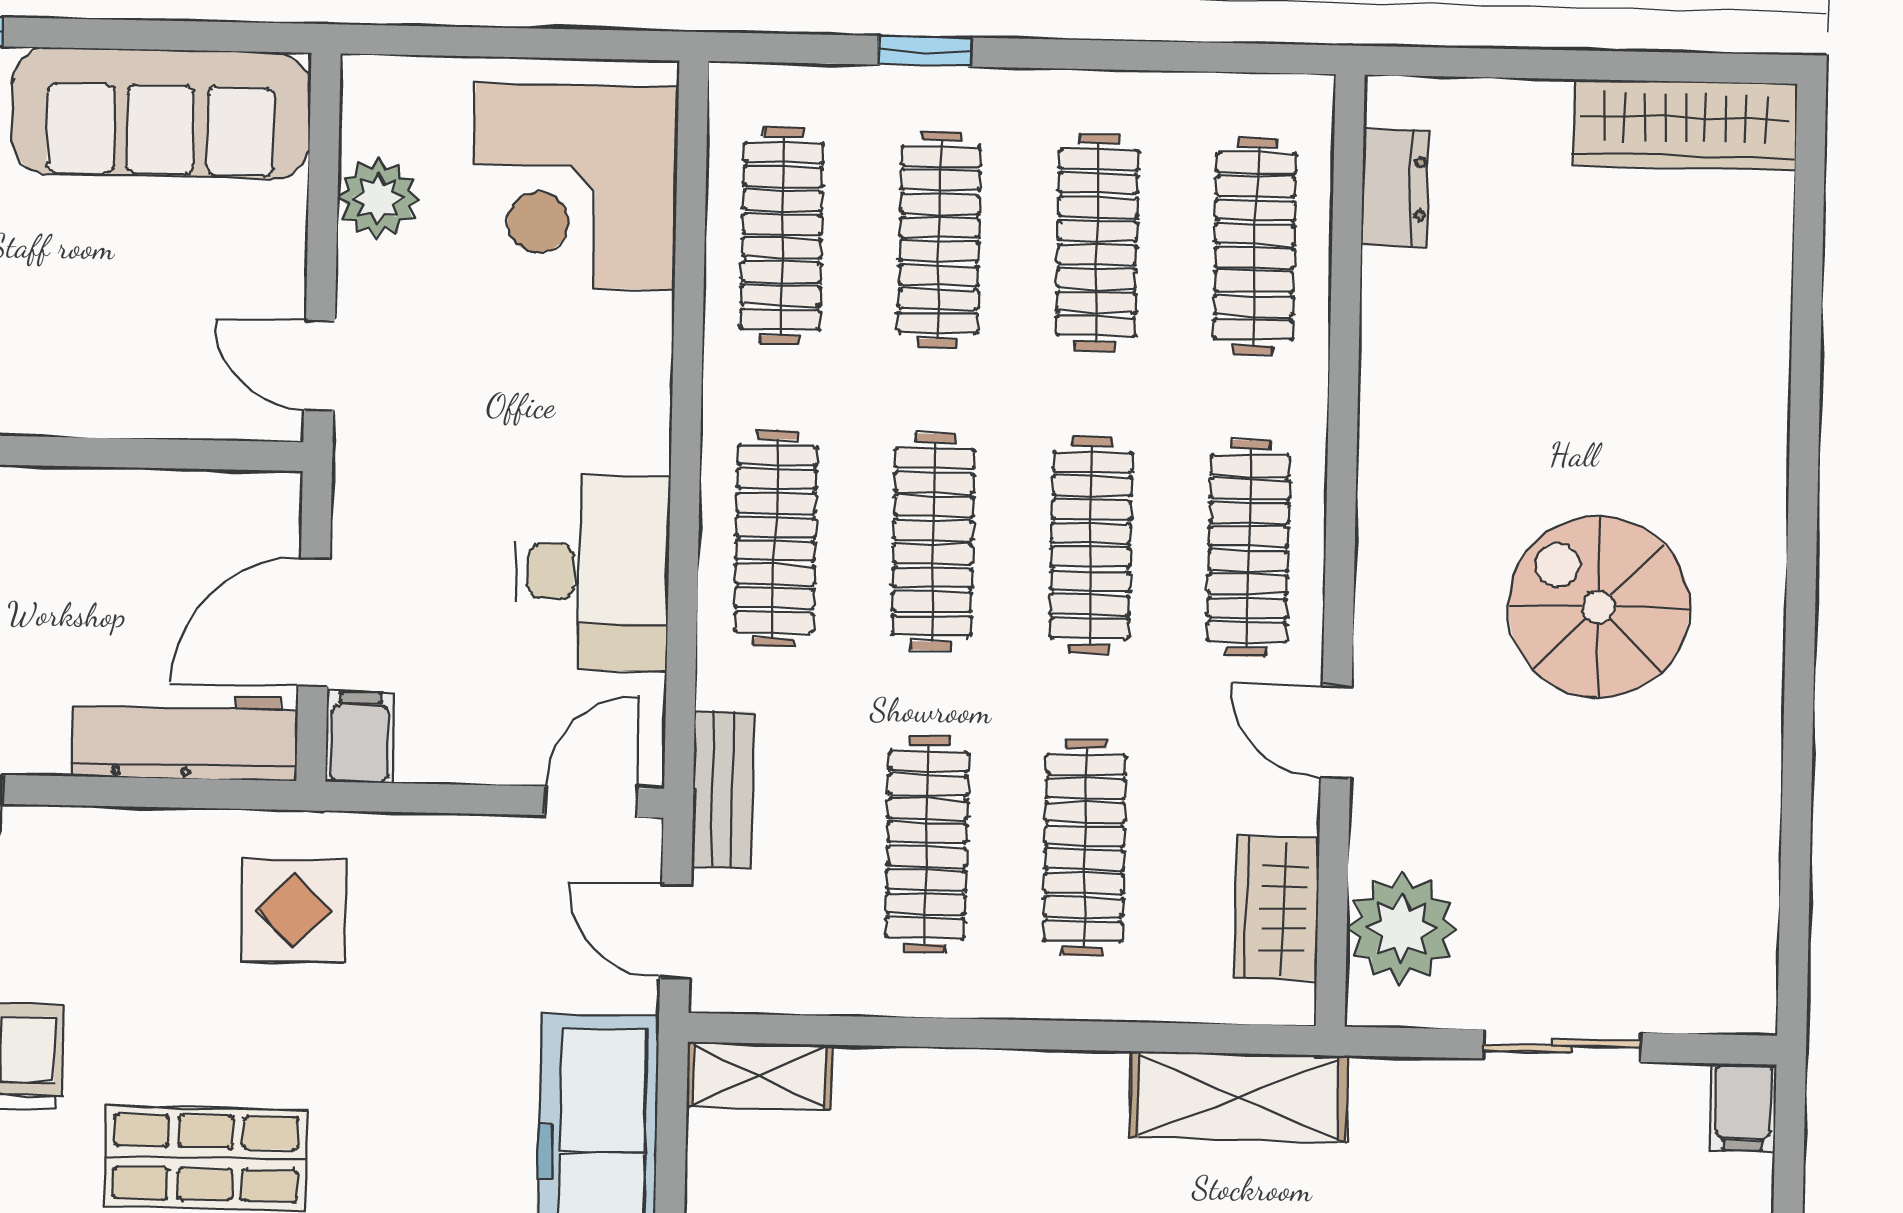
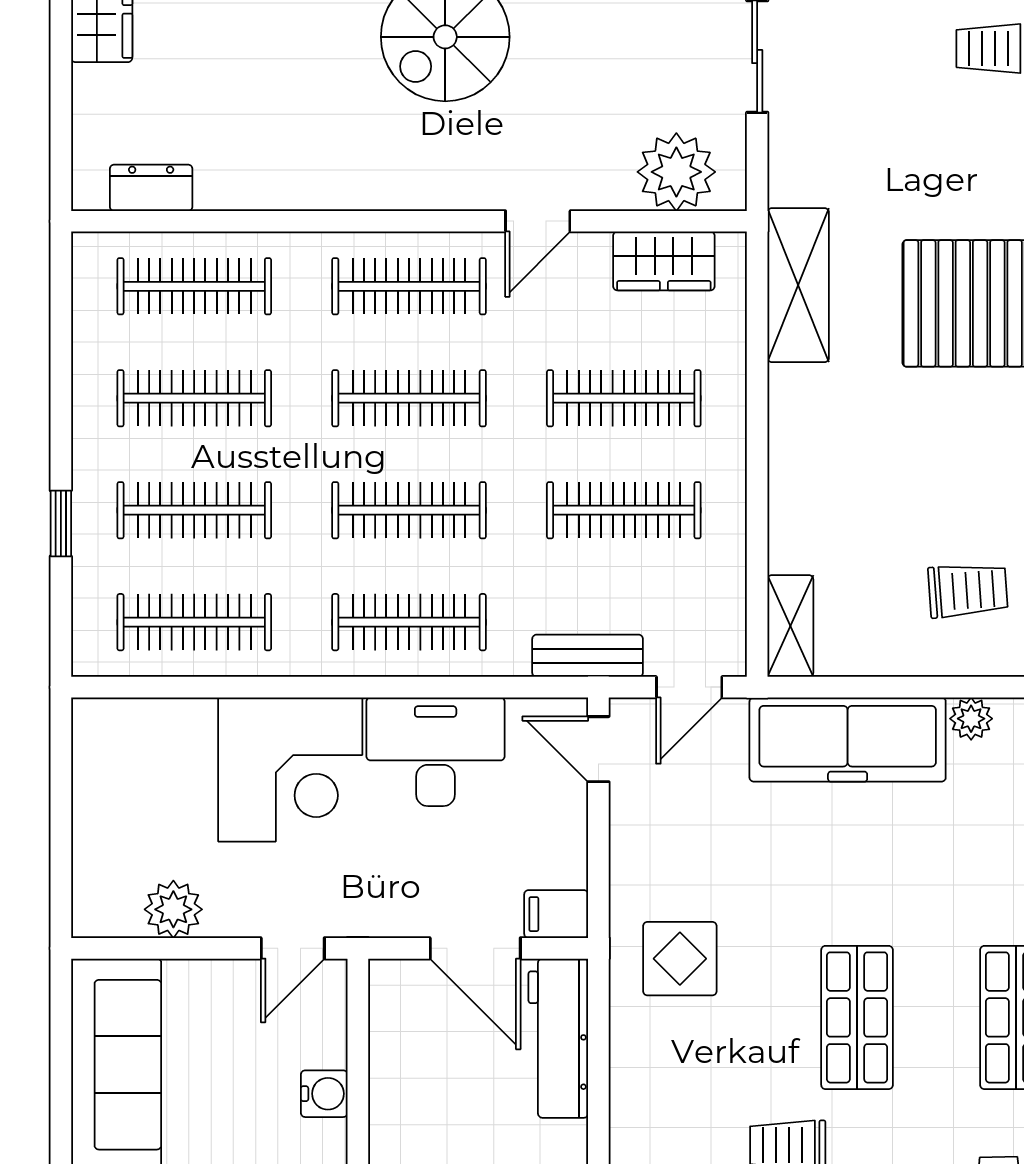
corner desk: (575, 186) -> (290, 769), moved
water cooler: (114, 405) -> (324, 1094), added

